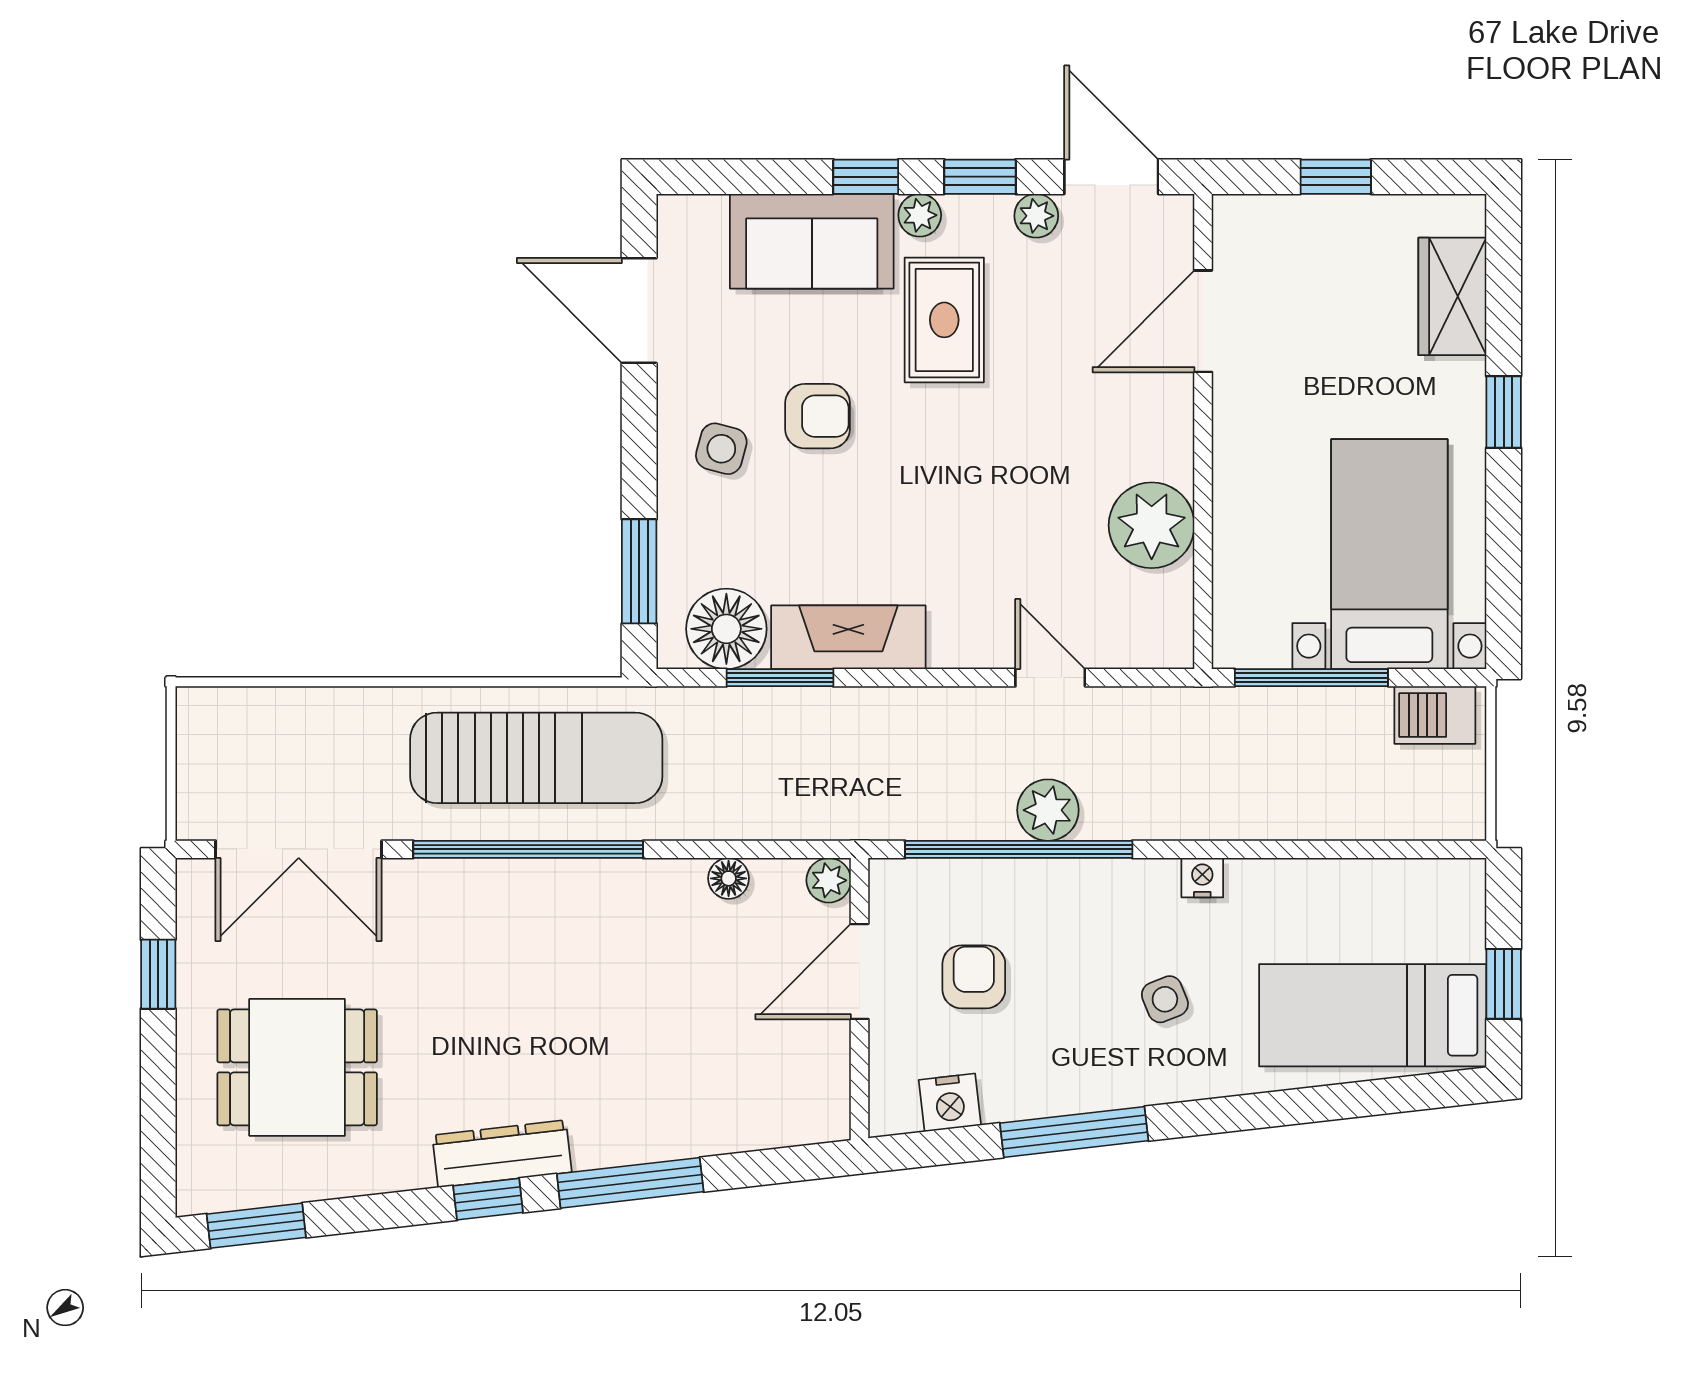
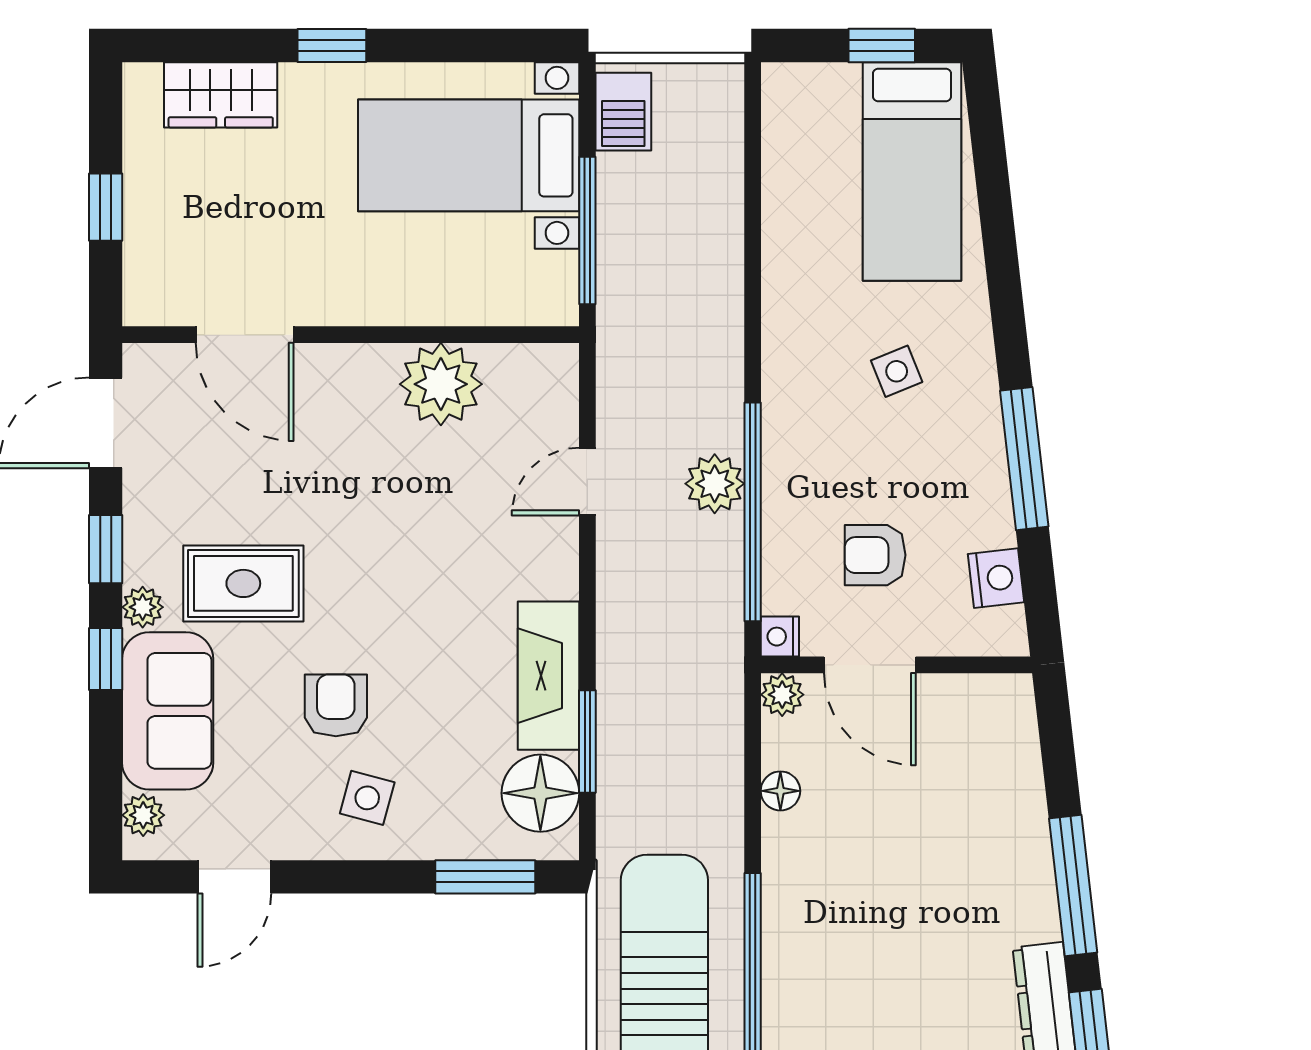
plant: (1036, 216) -> (143, 815), moved
door: (639, 311) -> (234, 877), width x0.73
nightstand: (1202, 878) -> (780, 637), moved

